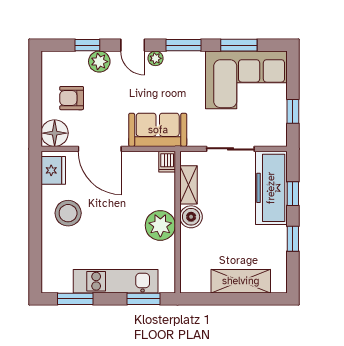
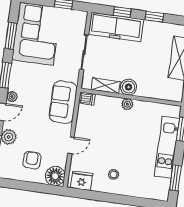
armchair: (72, 98) -> (32, 160), turned 180
door: (100, 149) -> (71, 145), width x0.53
stool: (68, 213) -> (114, 174), width x0.53, depth x0.53
plant: (160, 225) -> (127, 104), width x0.53, depth x0.53

